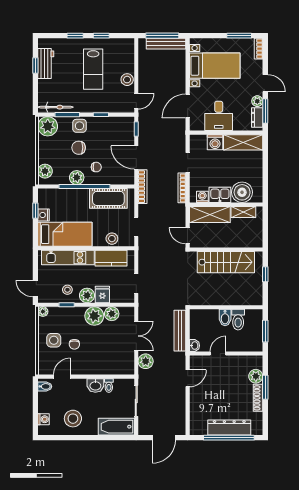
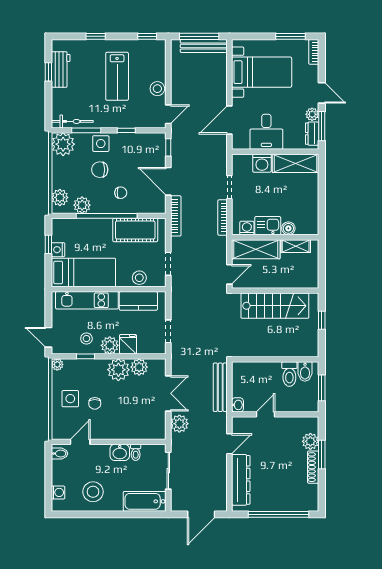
window: (101, 36) -> (147, 36), moved
plant: (77, 178) -> (82, 205), moved
boiler: (242, 192) -> (288, 228), width x0.54, depth x0.54
door: (188, 236) -> (229, 274), swing flipped
bidet: (225, 318) -> (305, 372), moved
dresser: (229, 427) -> (241, 480), moved, turned 90

